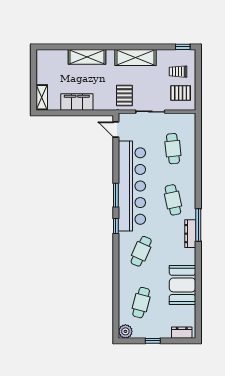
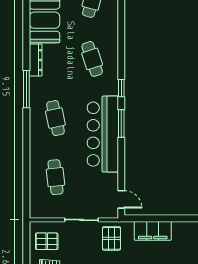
filing cabinet: (77, 102) -> (153, 231), moved
bar counter: (132, 186) -> (103, 134), width x0.73
dresser: (190, 234) -> (36, 60), moved
cafe table: (141, 251) -> (92, 59), turned -42

